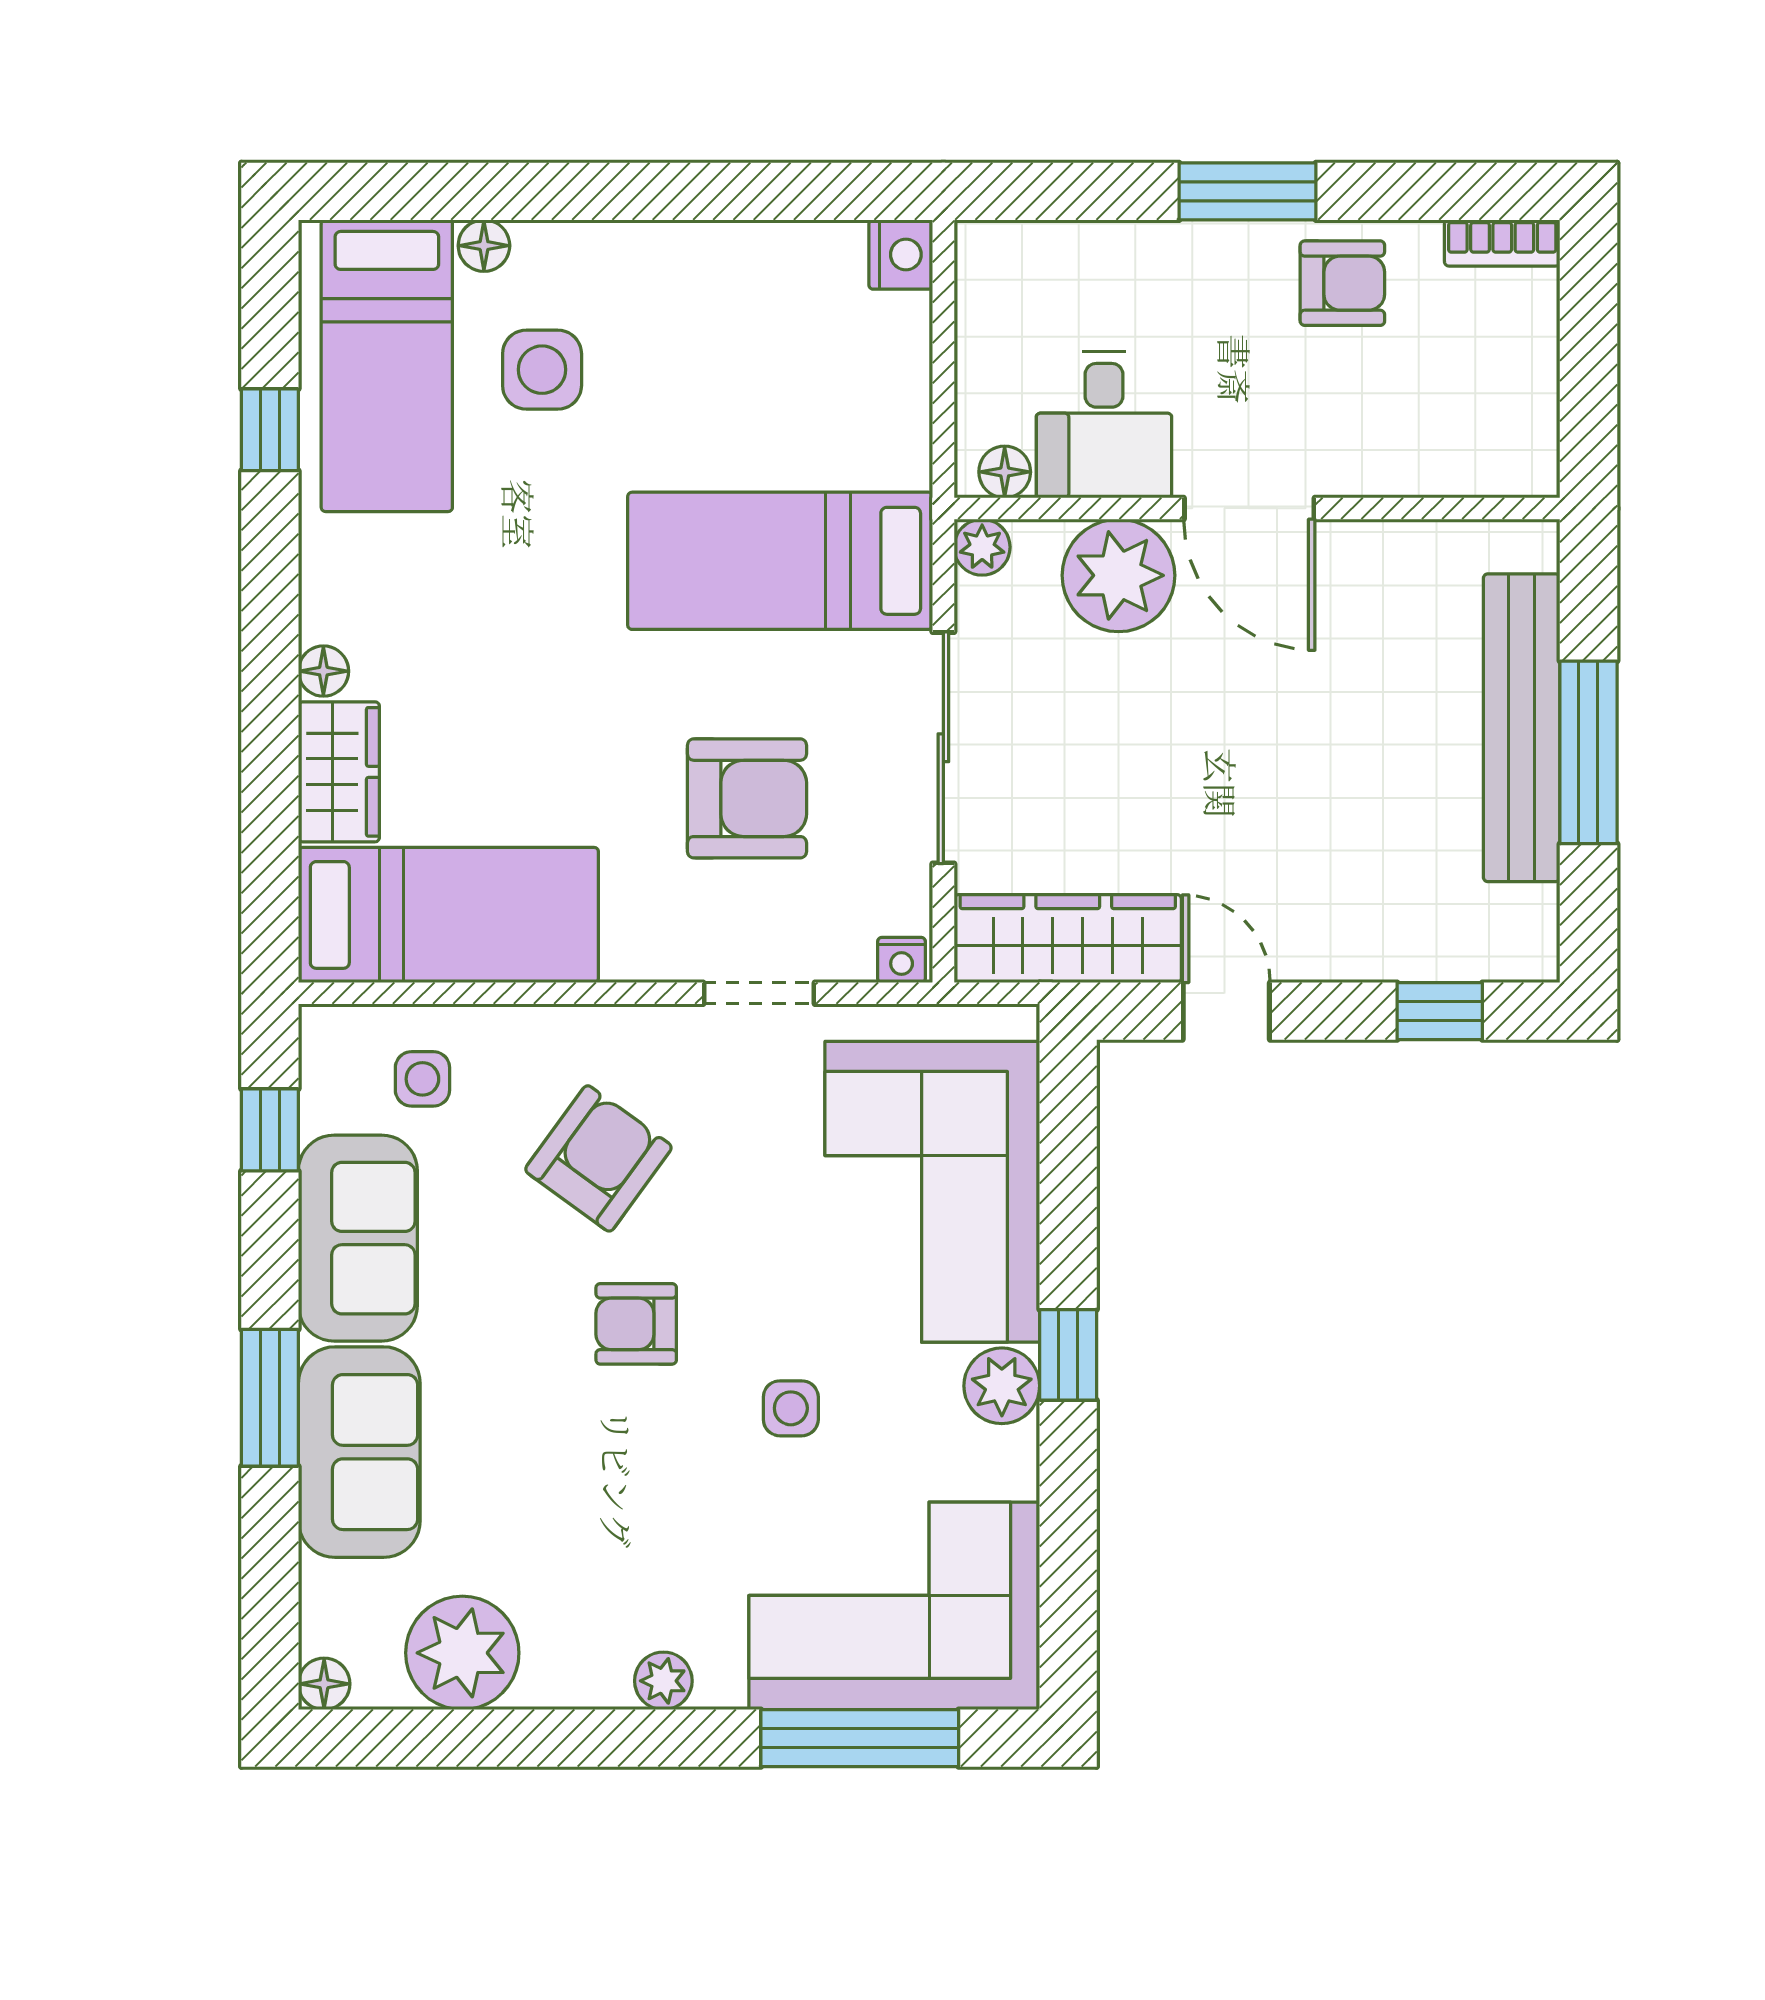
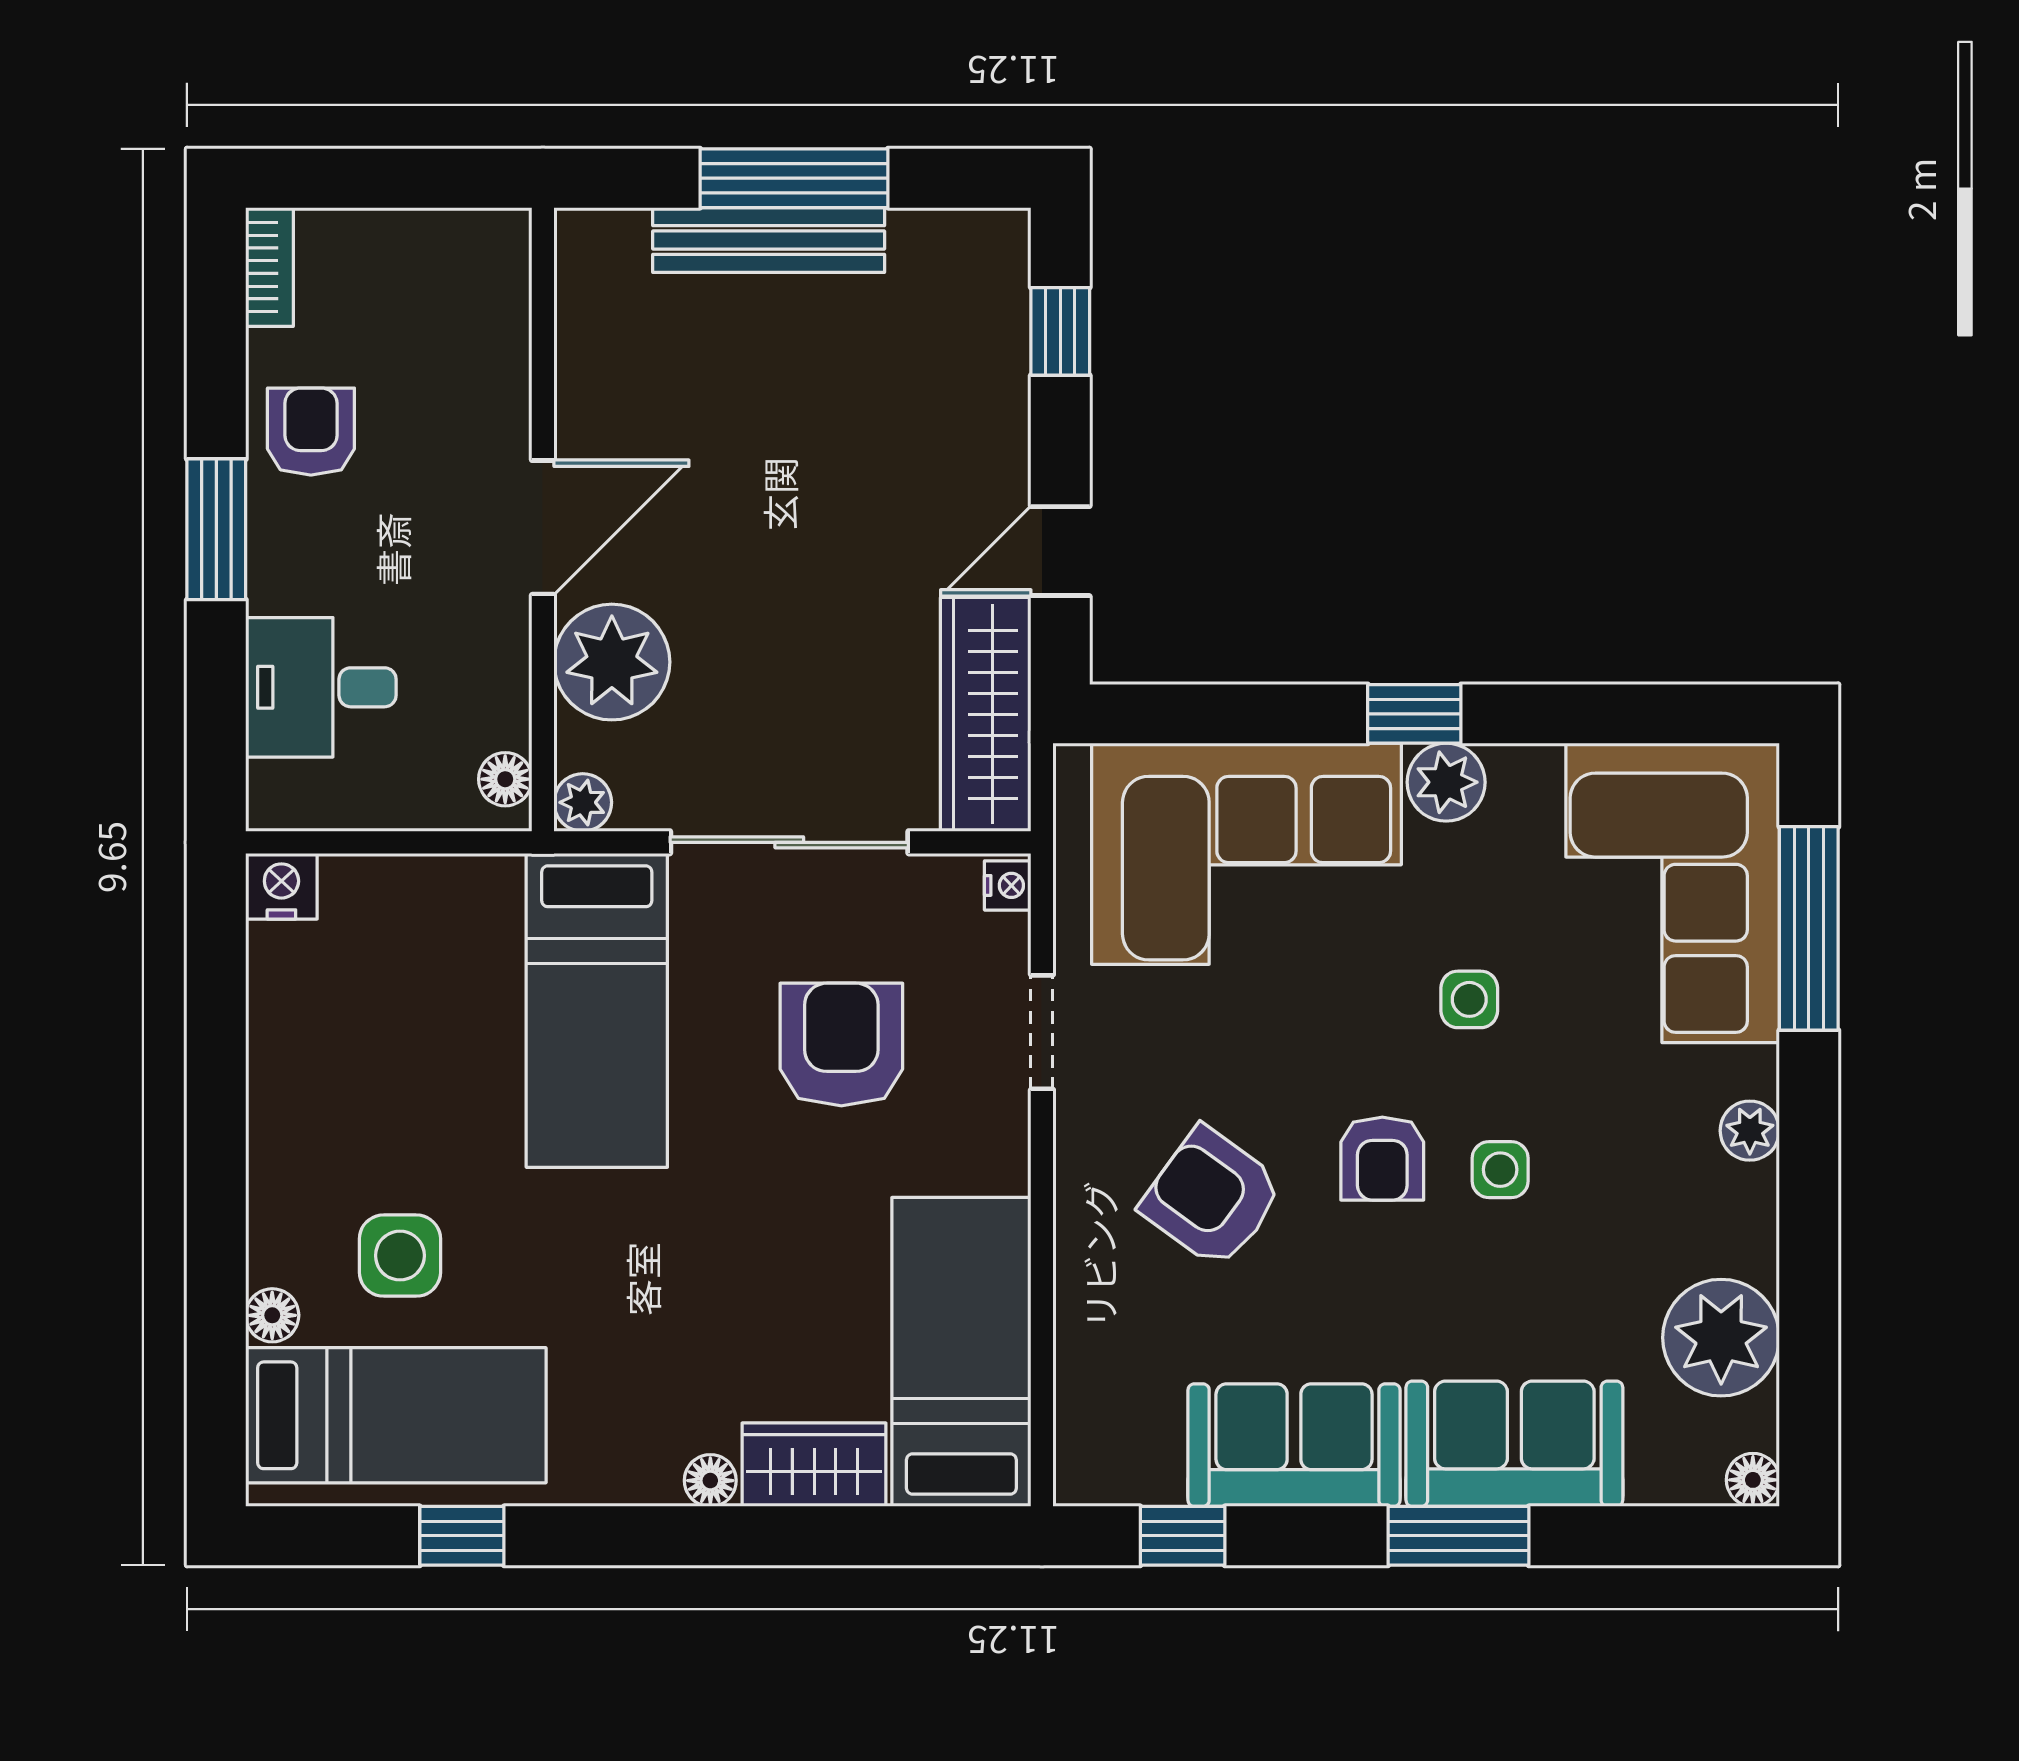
desk: (1104, 425) -> (321, 687), moved, turned 180
bench: (1522, 728) -> (769, 240), width x0.73, depth x0.82
side table: (422, 1079) -> (1500, 1170), moved

